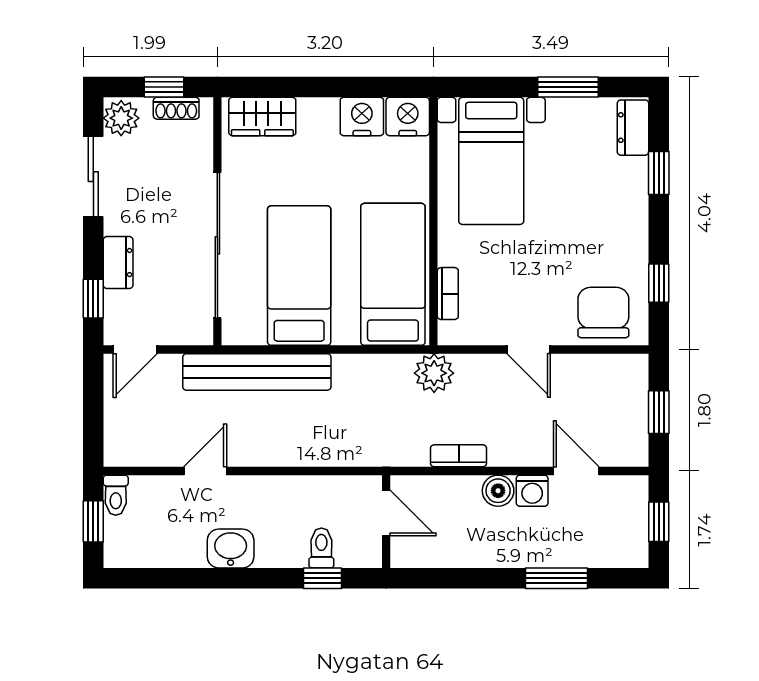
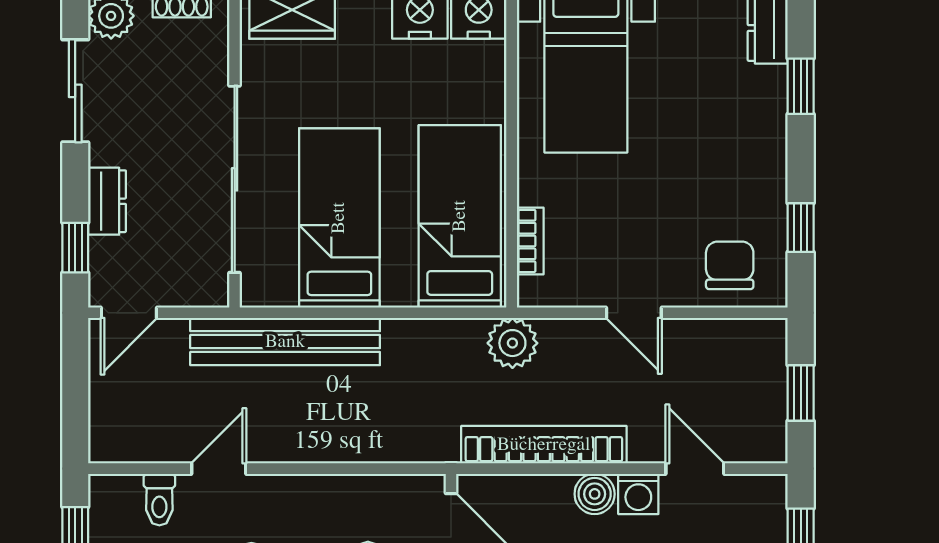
chair: (603, 312) -> (730, 265), width x0.73, depth x0.73
bookcase: (459, 456) -> (544, 445), width x2.31, depth x1.31
toilet: (116, 495) -> (159, 500), moved

